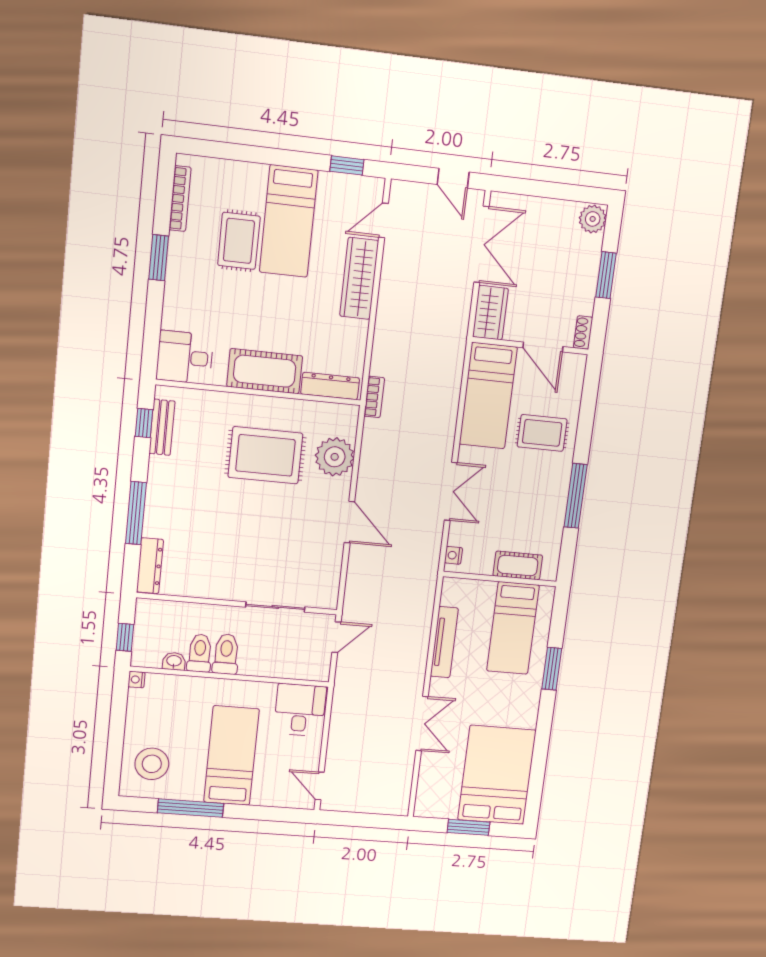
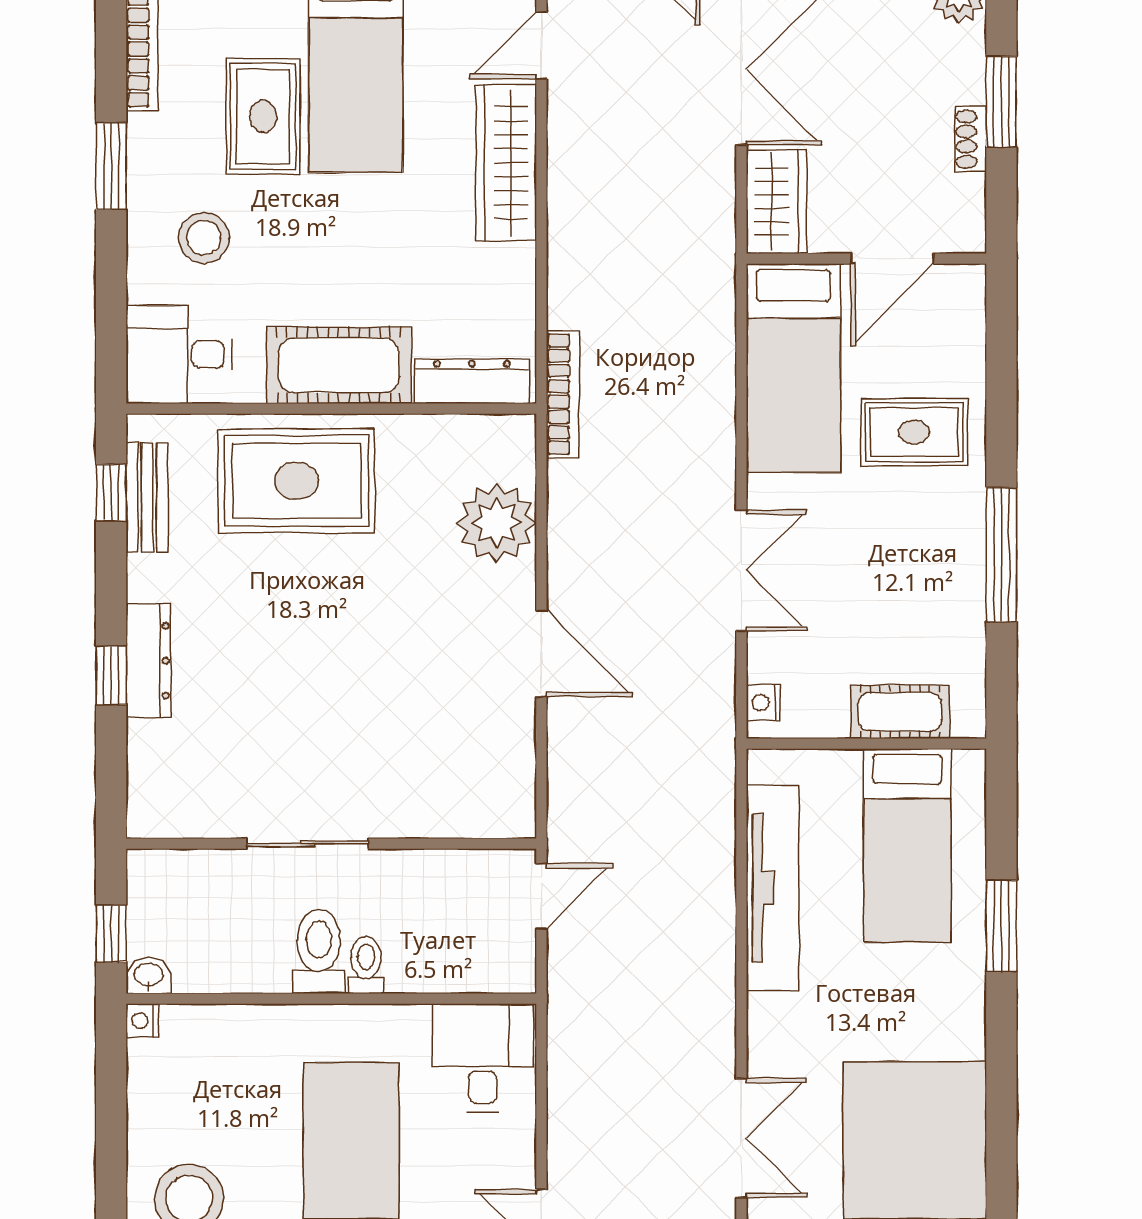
stool: (203, 300) -> (204, 238), added
shoe rack: (583, 333) -> (970, 139), moved
door: (543, 347) -> (892, 259), hinge flipped
bookcase: (374, 397) -> (563, 394), width x1.56
rug: (265, 455) -> (297, 481), moved
window: (136, 513) -> (111, 675), width x0.46
dresser: (150, 566) -> (148, 661), moved
sliding door: (275, 607) -> (308, 844), moved
tv unit: (444, 642) -> (773, 888), width x1.36, depth x1.29
toilet: (200, 653) -> (366, 965), moved, width x0.73, depth x0.72
washbasin: (174, 661) -> (149, 976), moved
double door: (422, 724) -> (741, 1138), moved

